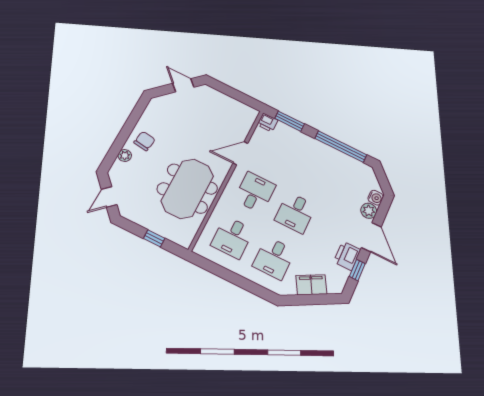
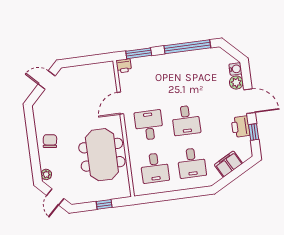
plant: (125, 155) -> (46, 174), moved

